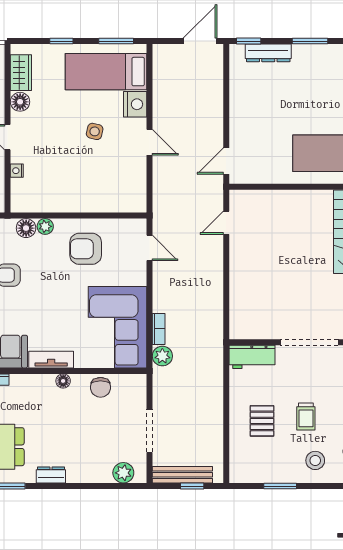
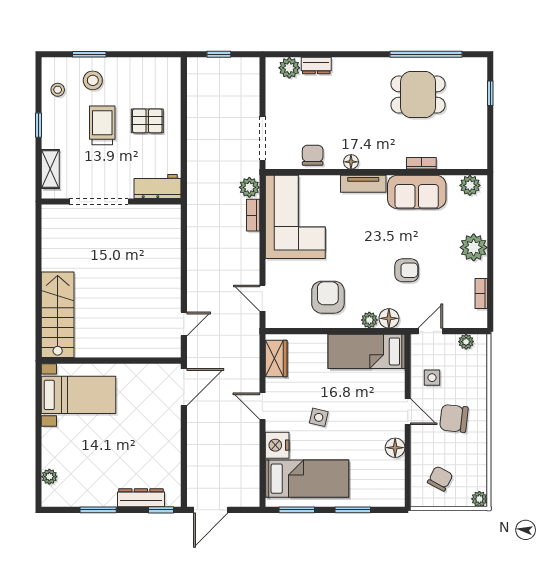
window: (61, 41) -> (353, 510), width x1.50
wardrobe: (21, 73) -> (276, 358), moved, turned 180
door: (226, 161) -> (184, 387), width x1.38
nightstand: (17, 171) -> (398, 377), removed
bed: (48, 196) -> (366, 351), added
armchair: (86, 249) -> (328, 297), turned -90
trolley: (306, 417) -> (102, 125), width x1.36, depth x1.39
pallet: (262, 421) -> (147, 121), turned 90
doorway: (150, 431) -> (262, 138), moved
dresser: (51, 475) -> (316, 66), moved
bench: (182, 475) -> (229, 66), removed
window: (280, 486) -> (89, 54), moved

